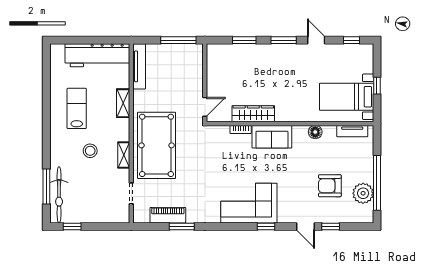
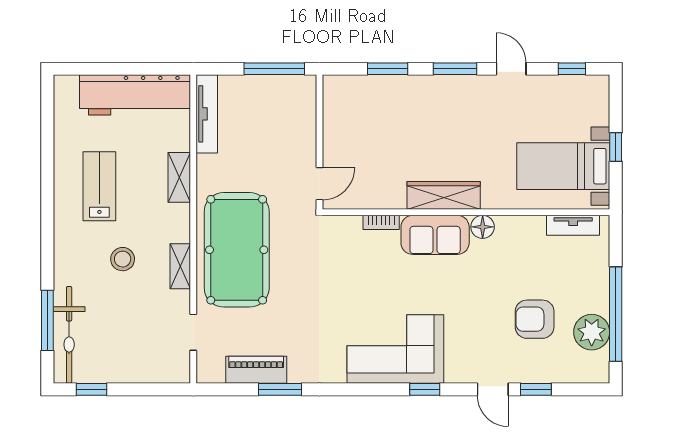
wardrobe: (253, 114) -> (444, 195), moved
floor lamp: (315, 132) -> (483, 227), moved

